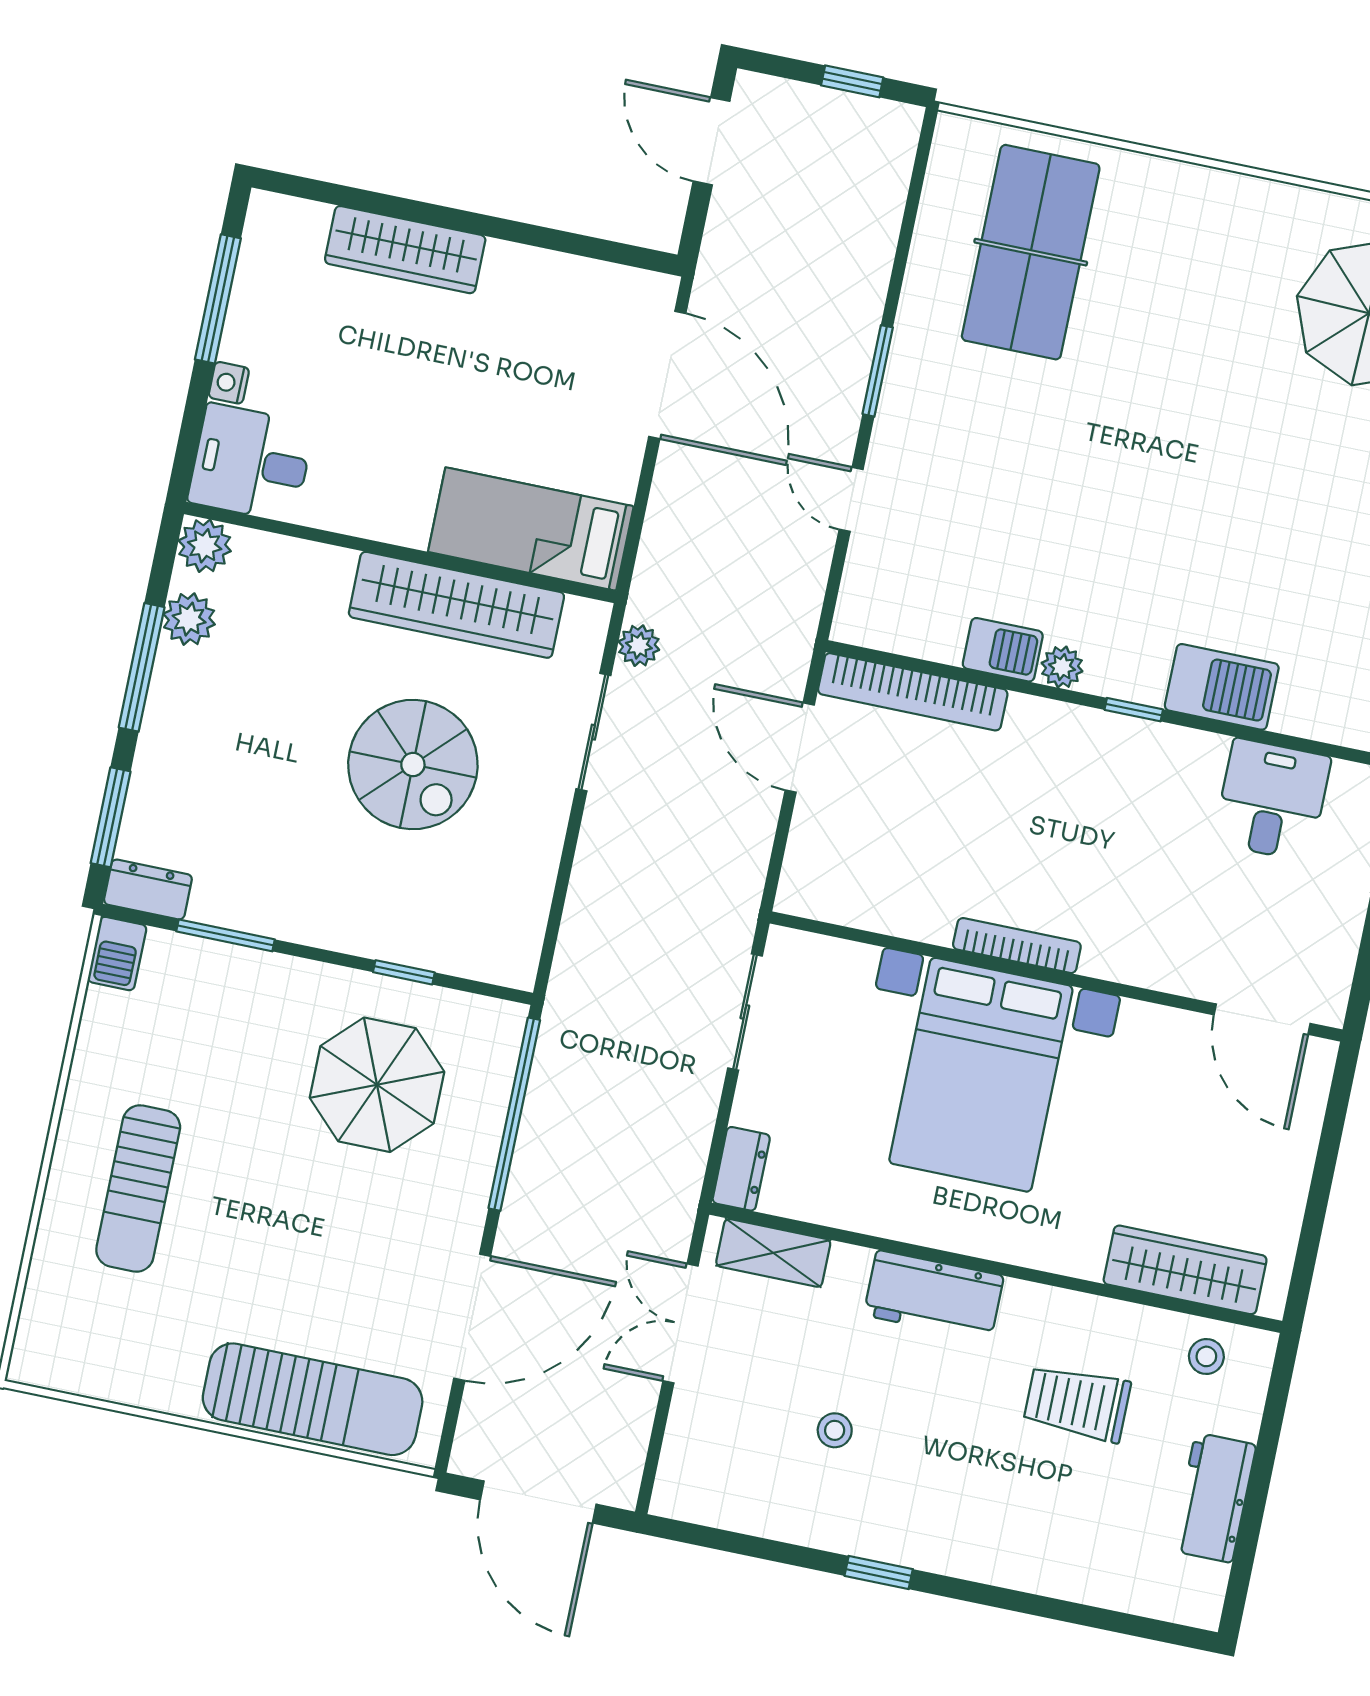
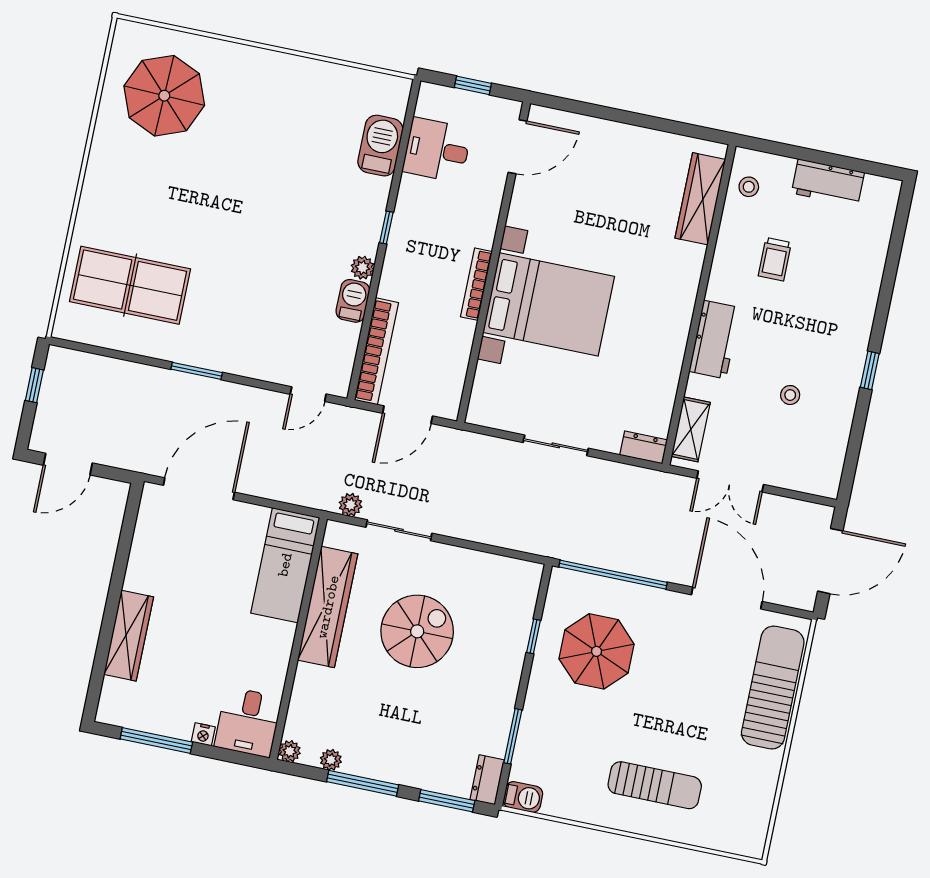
door: (851, 499) -> (308, 394), moved
plant: (205, 546) -> (290, 751), width x0.73, depth x0.73
plant: (189, 619) -> (331, 760), width x0.73, depth x0.73
barbecue: (1222, 687) -> (380, 146), moved
bookcase: (1017, 946) -> (476, 284), moved
wall: (1056, 976) -> (494, 262), moved
door: (1262, 1019) -> (518, 147), moved
bed with nightstands: (981, 1075) -> (549, 304), moved
trolley: (1077, 1403) -> (775, 259), width x0.73, depth x0.72

